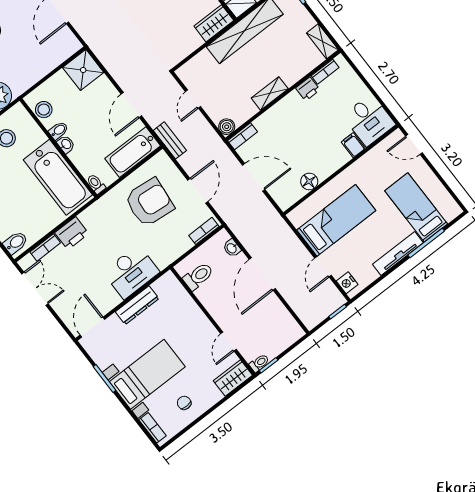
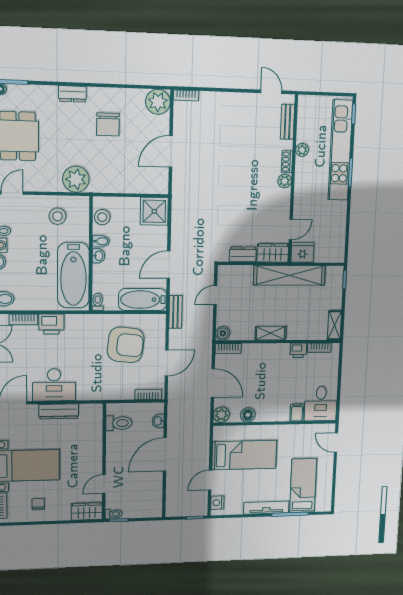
dresser: (188, 45) -> (243, 254), added
plant: (285, 199) -> (221, 415), added
desk: (131, 272) -> (54, 385), moved

